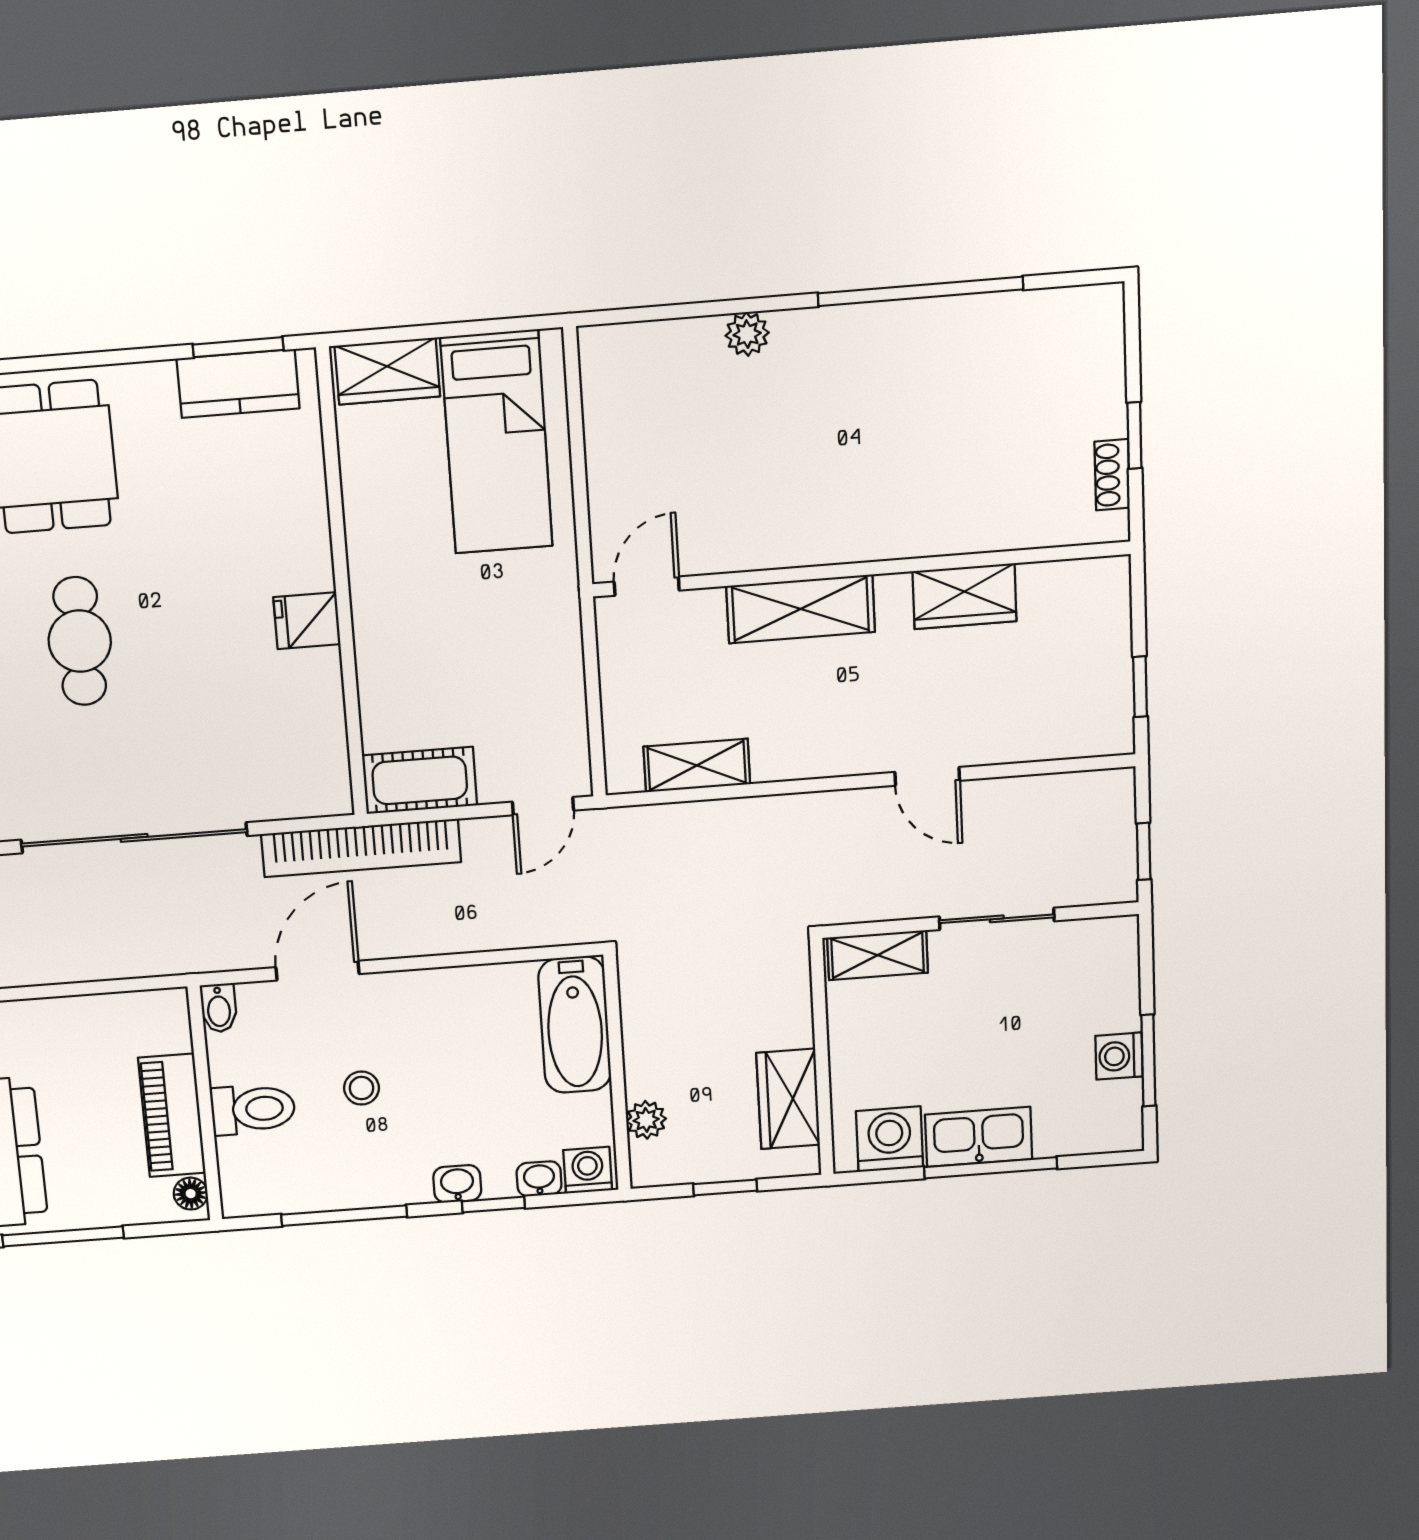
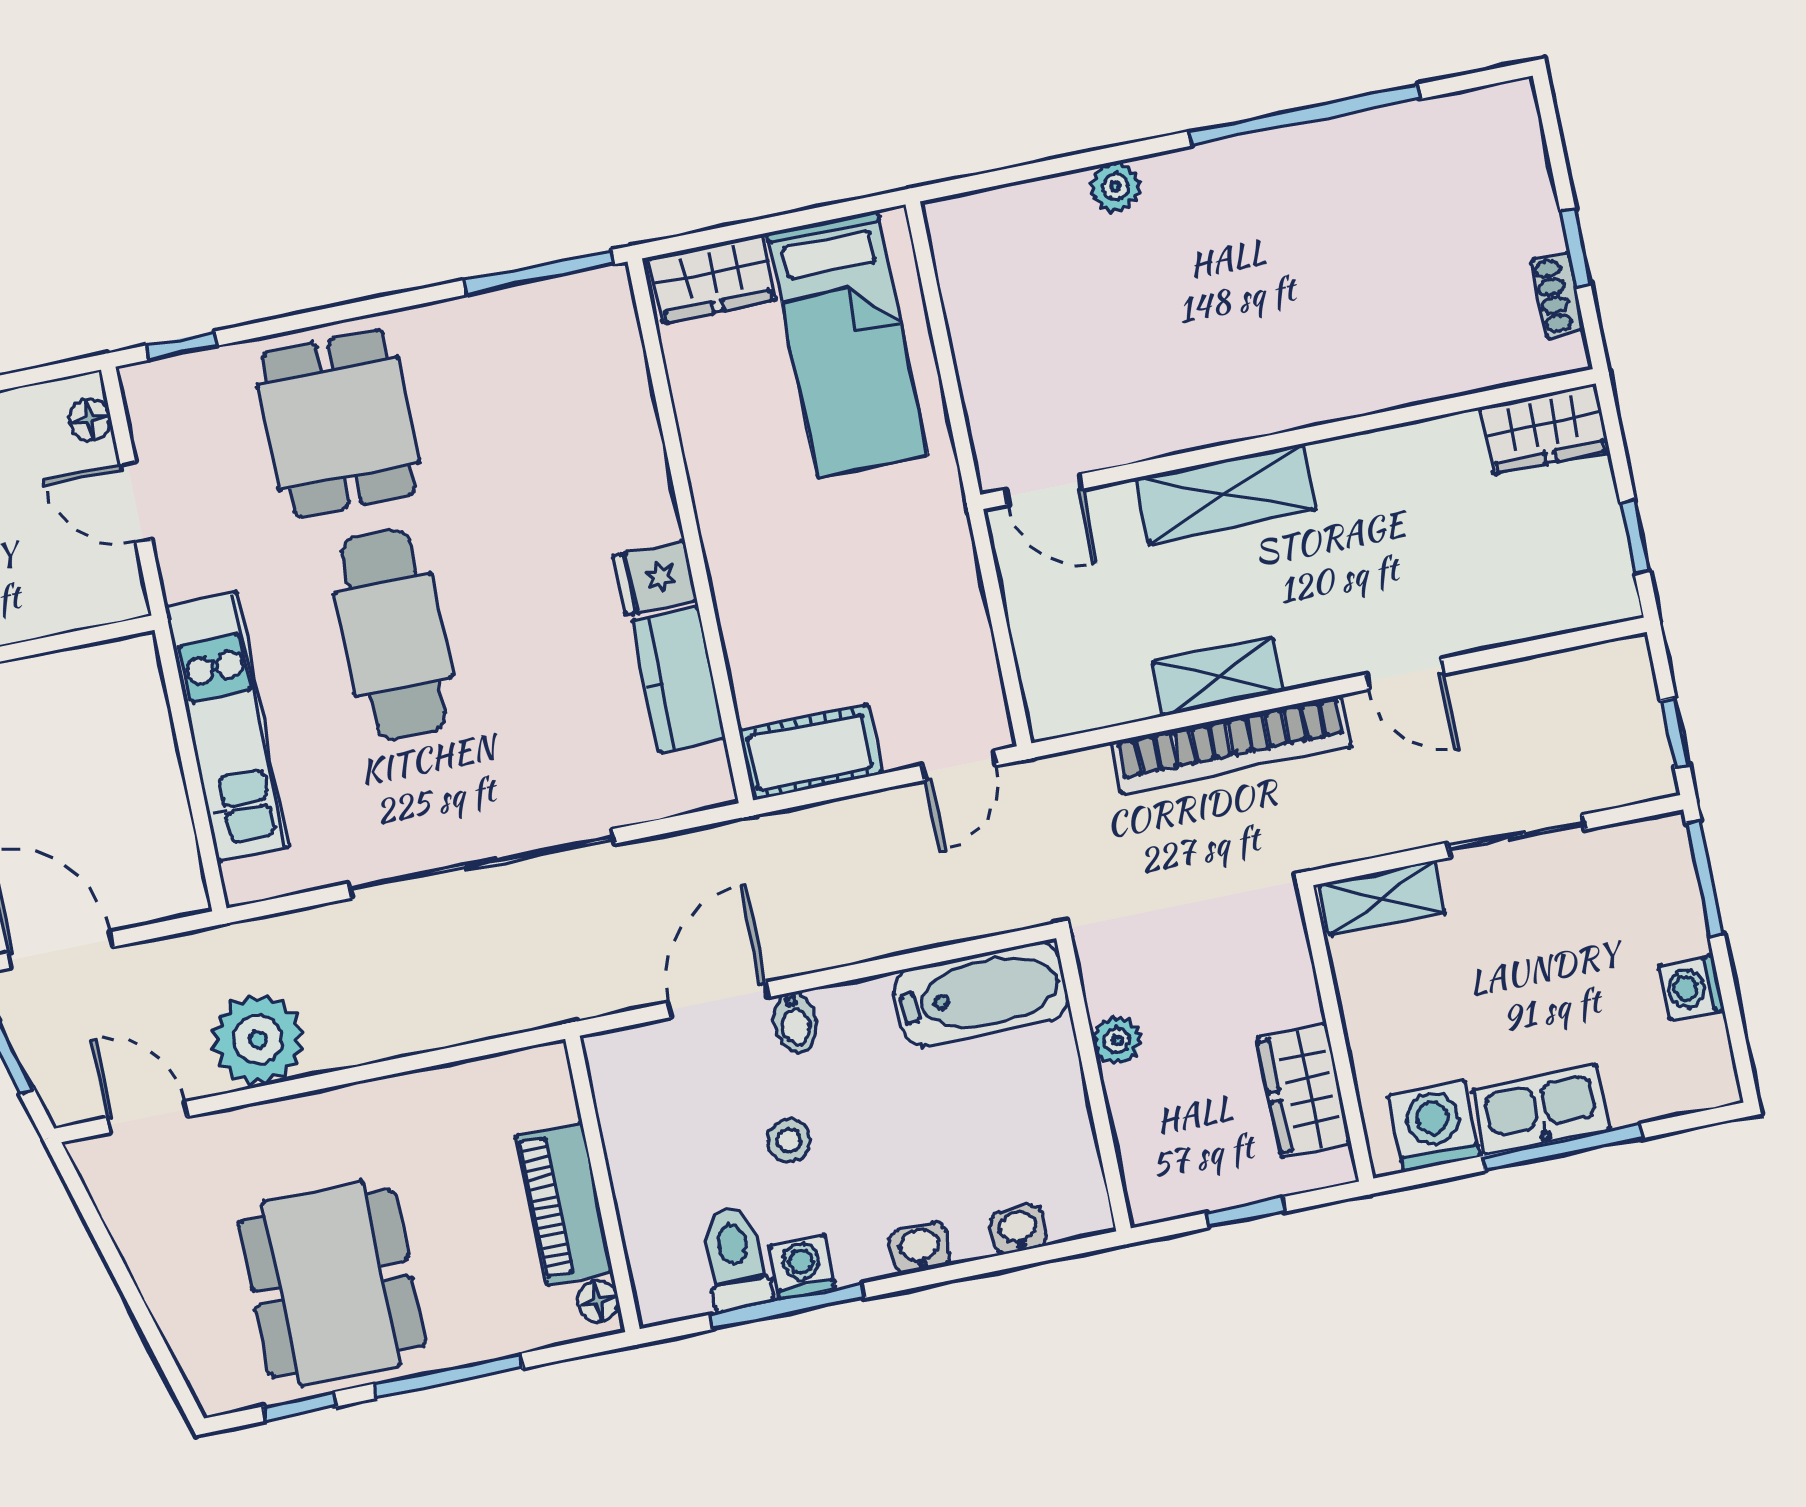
window: (238, 347) -> (539, 272), width x1.44
kitchen counter: (238, 384) -> (679, 680), moved, turned 90
door: (647, 586) -> (1043, 489), swing flipped
wardrobe: (965, 596) -> (1545, 429), moved
cafe table: (80, 641) -> (393, 635), width x1.37, depth x1.35
shelving: (697, 765) -> (1219, 677), moved
bookcase: (361, 848) -> (1231, 744), moved
bidet: (219, 1008) -> (795, 1022), moved
bathtub: (575, 1025) -> (981, 994), moved, turned -90
window: (1148, 1060) -> (1705, 878), moved
toilet: (253, 1109) -> (735, 1258), moved, turned -90
plant: (646, 1120) -> (1117, 1041), moved
washing machine: (588, 1170) -> (802, 1267), moved
window: (493, 1205) -> (967, 1269), removed

